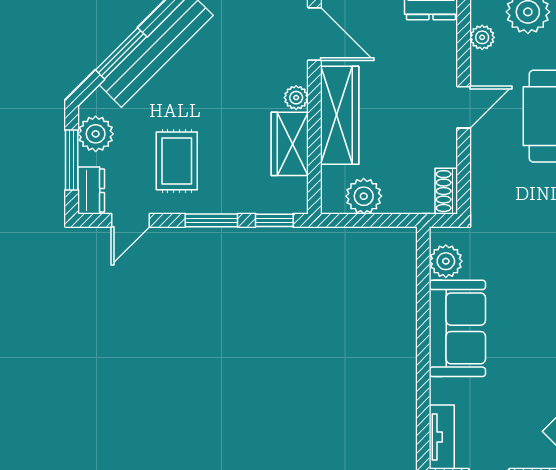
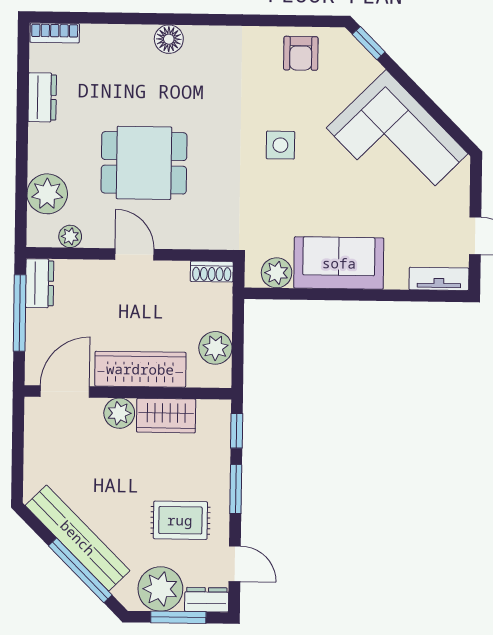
window: (121, 53) -> (80, 570), width x1.44
plant: (296, 98) -> (119, 413), width x1.38, depth x1.38
plant: (96, 134) -> (160, 589), width x1.36, depth x1.36

